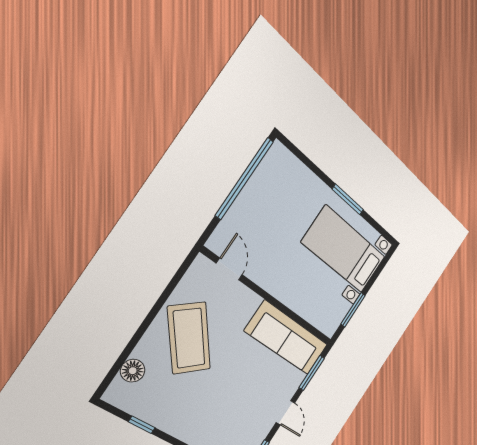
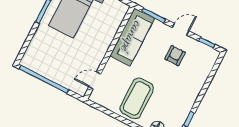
coffee table: (189, 338) -> (137, 98), turned -51
armchair: (249, 404) -> (175, 56), added

